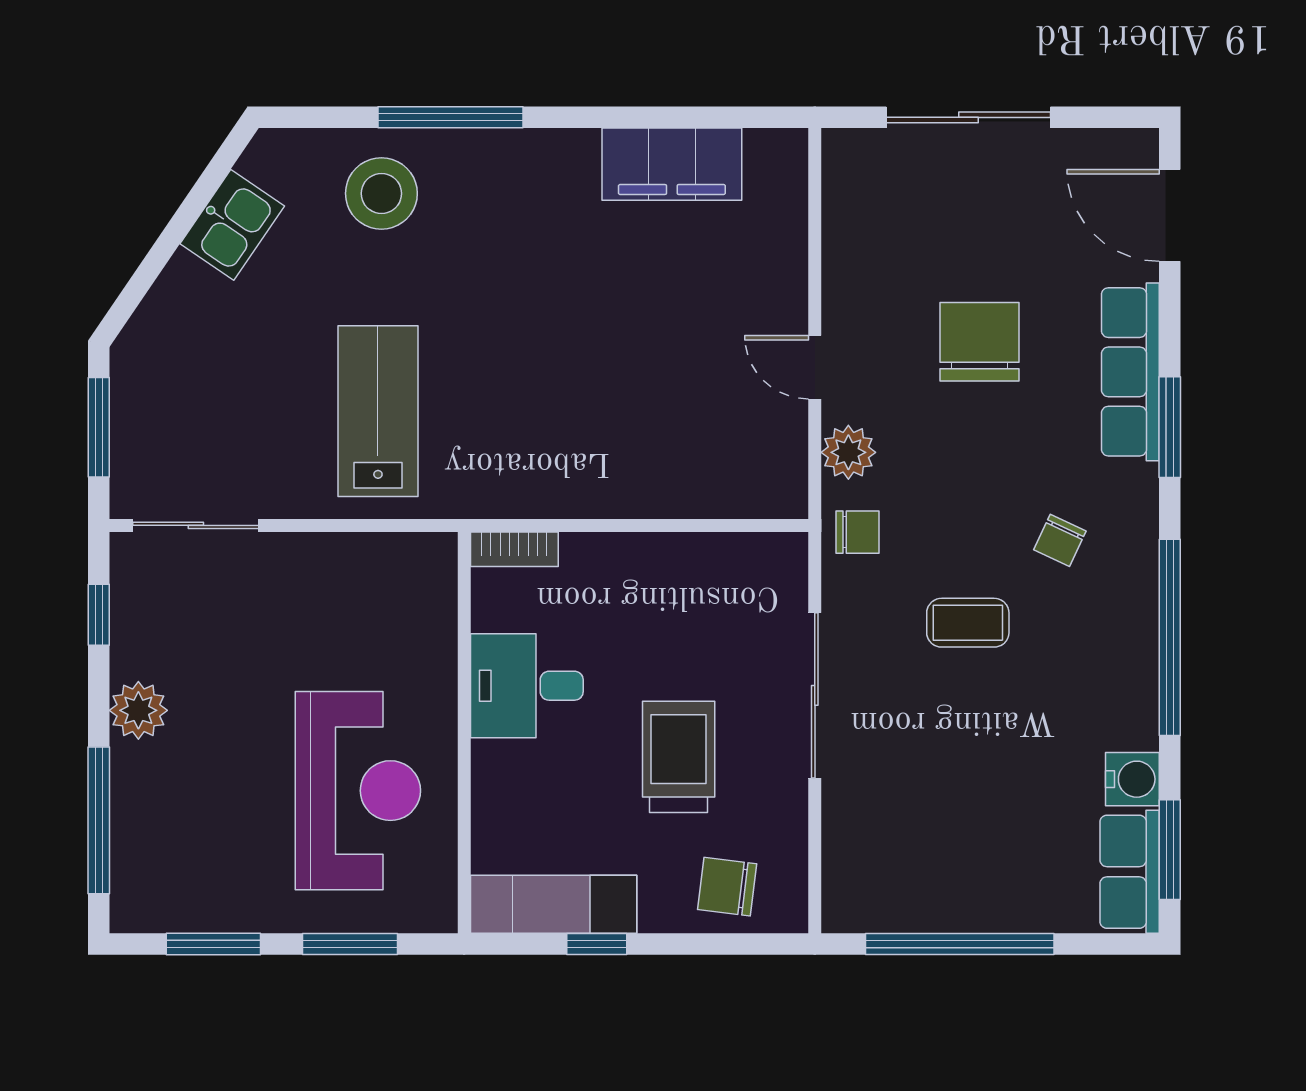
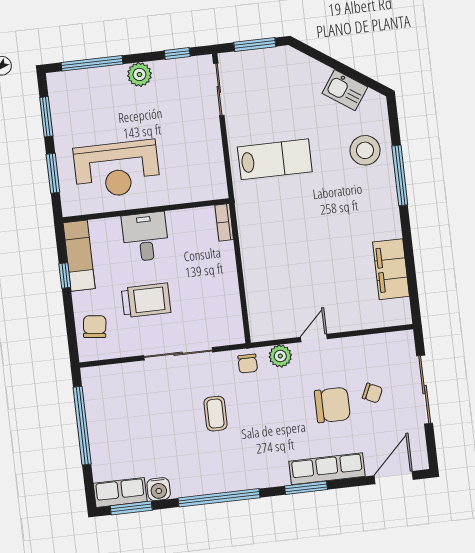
chair: (1060, 540) -> (372, 393), moved, turned 180
desk: (527, 686) -> (145, 237), moved

